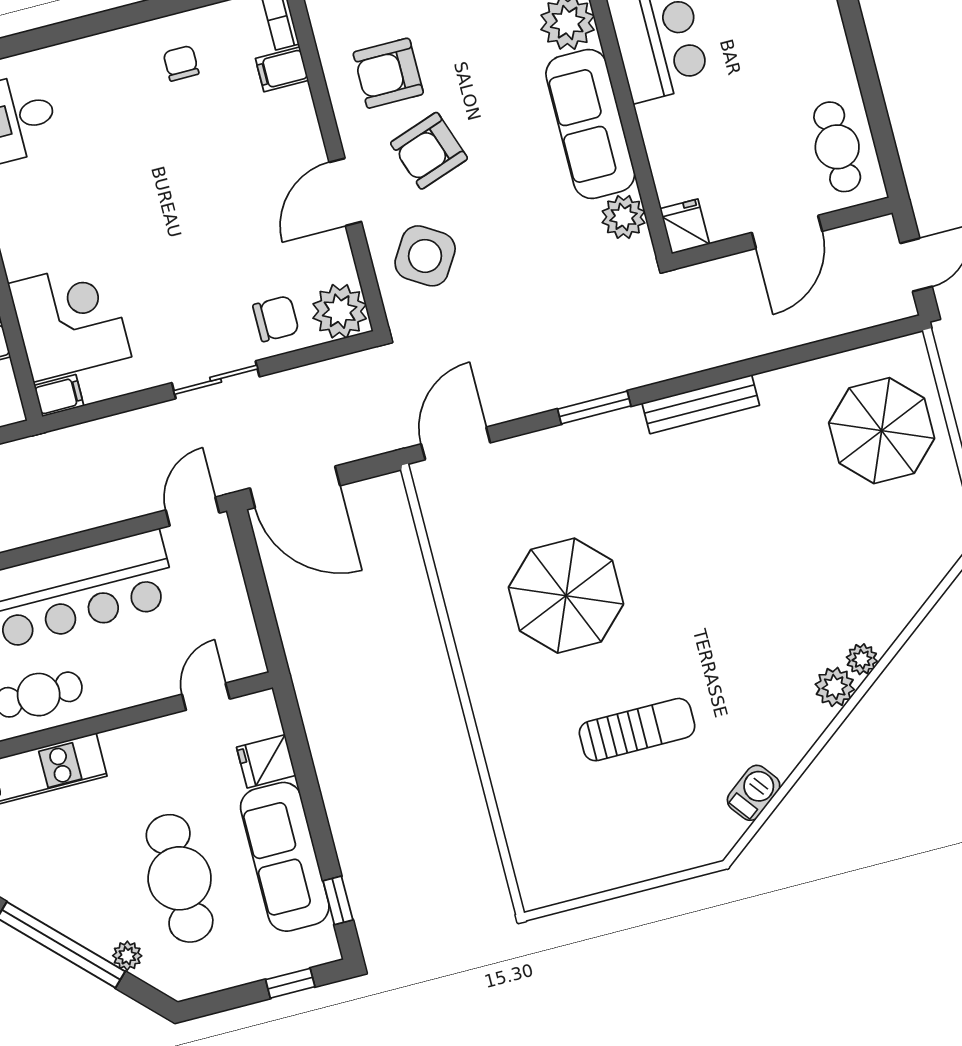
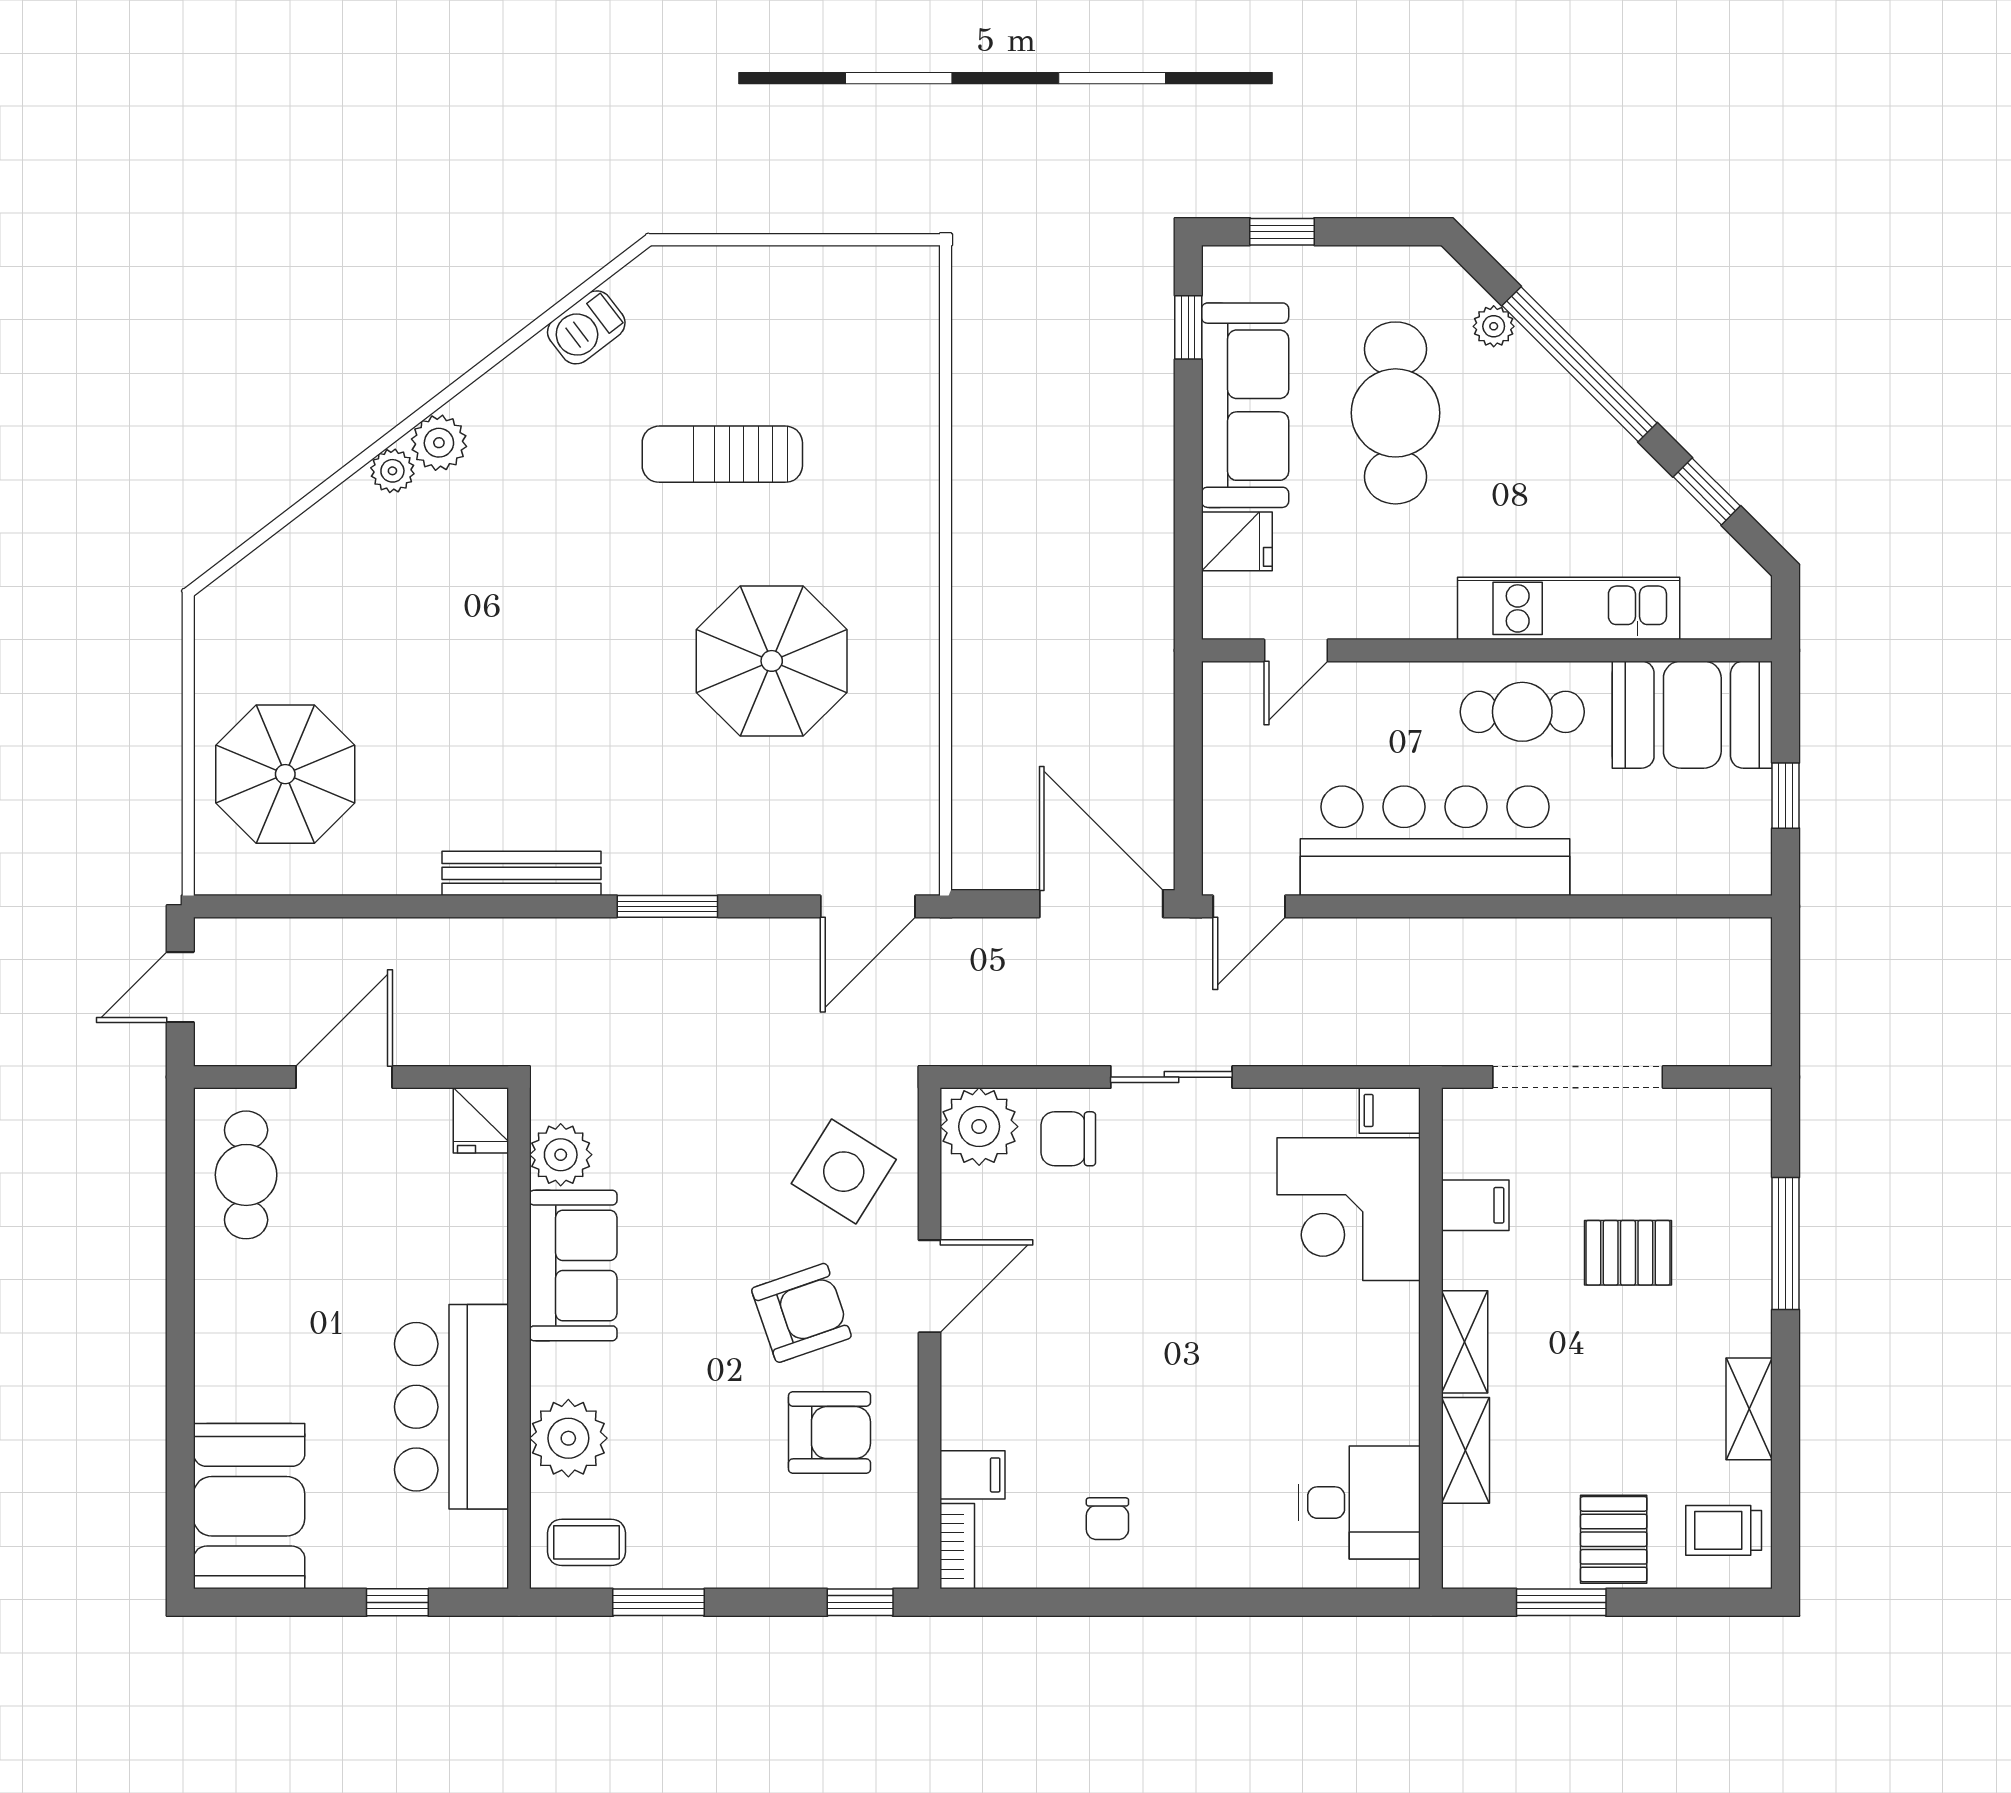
sofa: (590, 124) -> (573, 1265), width x0.73

